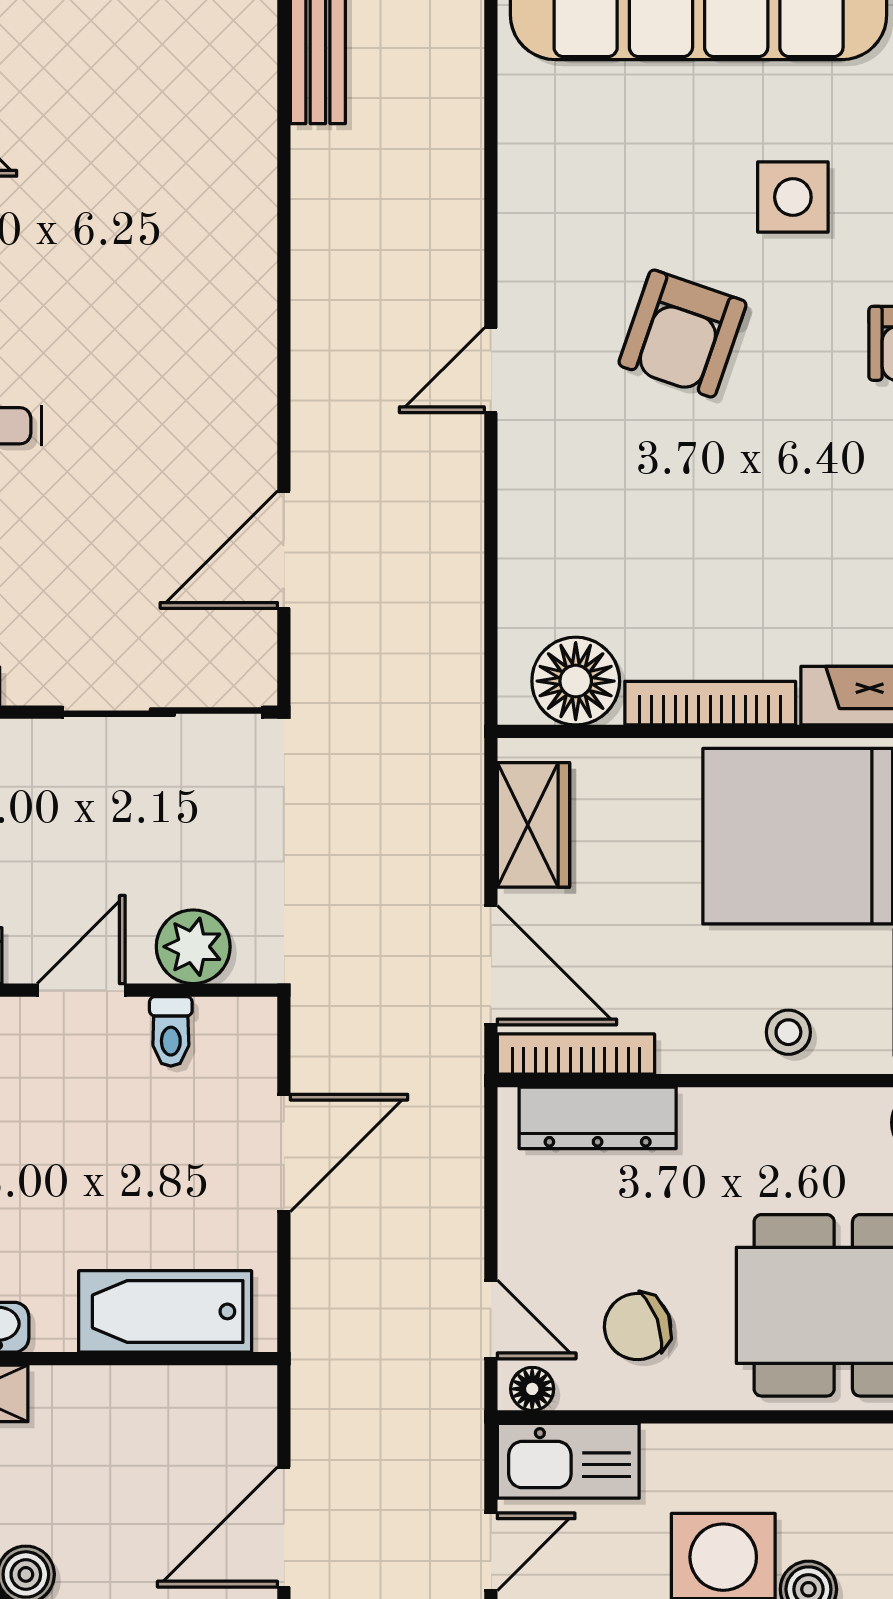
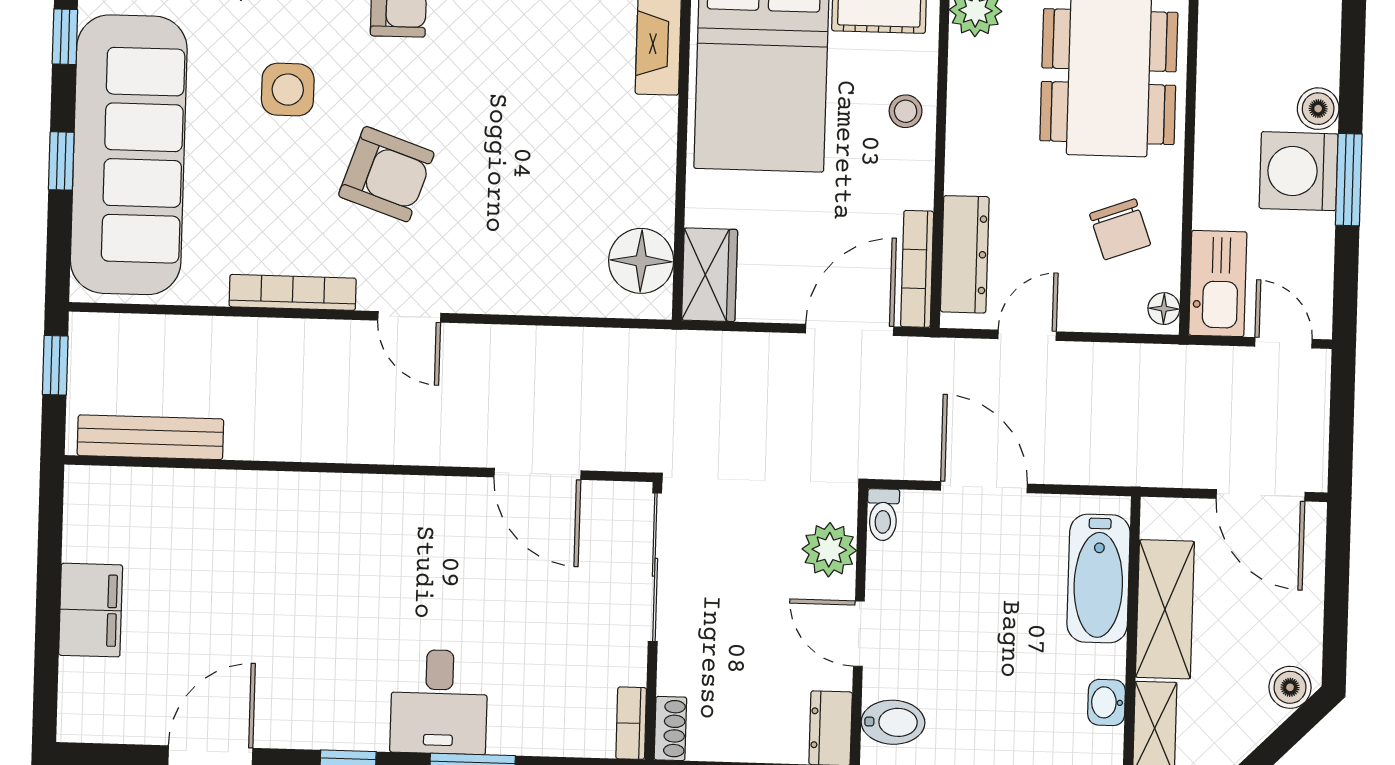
bookcase: (710, 703) -> (293, 292), moved, turned 90
wardrobe: (533, 825) -> (710, 275), moved, turned 90
toilet: (171, 1031) -> (883, 515), moved, turned 90
door: (491, 1319) -> (1027, 335), moved
shelving: (126, 1402) -> (1165, 609), added

